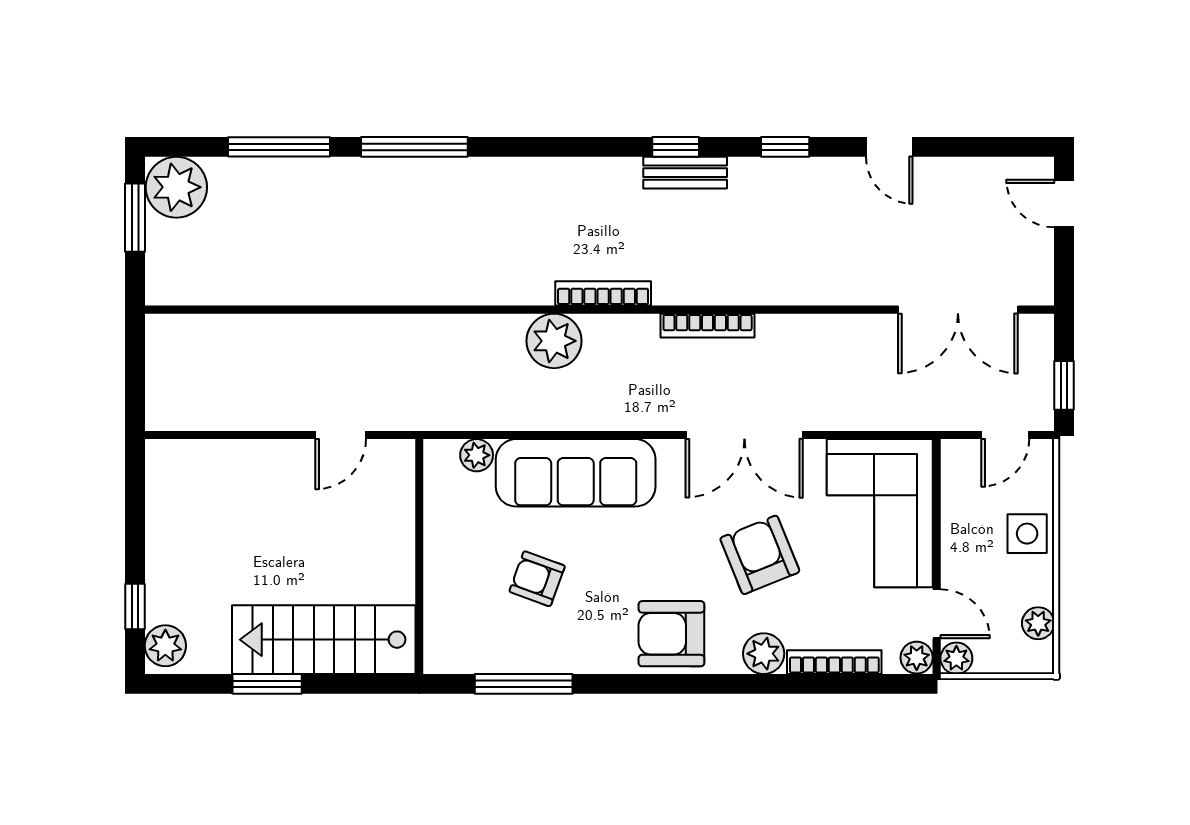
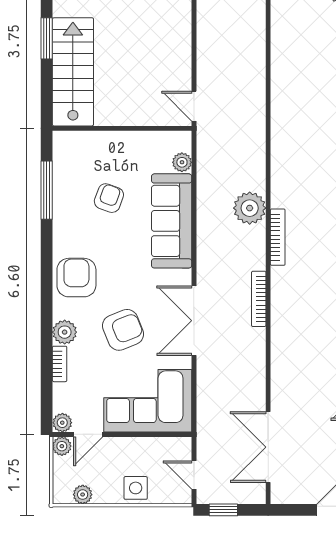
door: (341, 435) -> (194, 106), moved
bookcase: (834, 662) -> (60, 364), width x0.64

